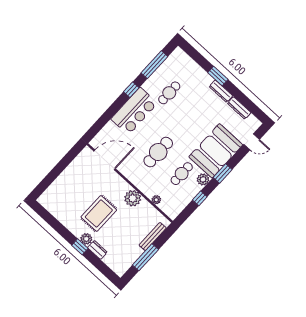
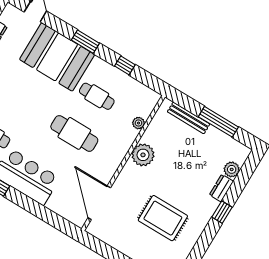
plant: (203, 179) -> (99, 66), removed
rug: (99, 213) -> (163, 218), moved
plant: (86, 239) -> (232, 169), moved

